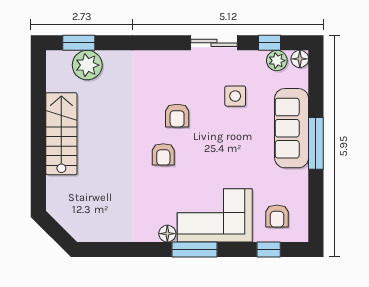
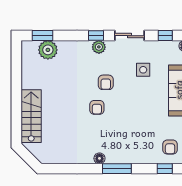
window: (162, 43) -> (96, 36), added
plant: (277, 61) -> (99, 47), moved
stairs: (61, 134) -> (31, 116), moved
corner sofa: (215, 215) -> (130, 147), removed

